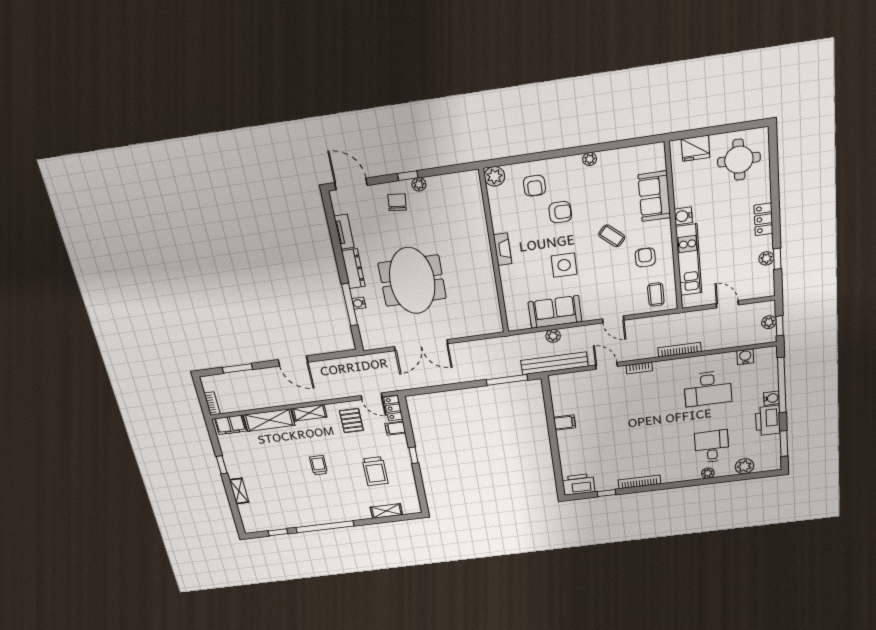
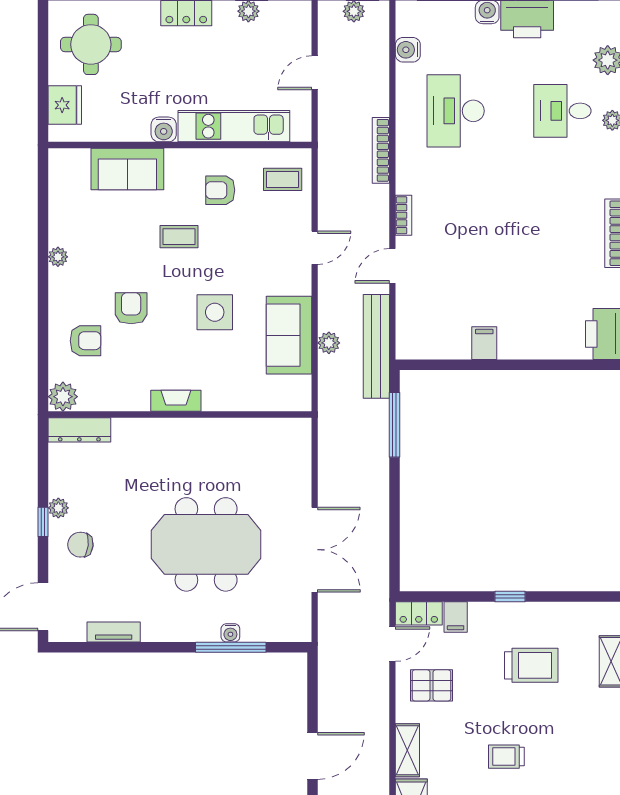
coffee table: (612, 236) -> (179, 237), turned 48
dresser: (353, 269) -> (79, 430), moved, turned 180
desk: (708, 389) -> (456, 111), turned 180

